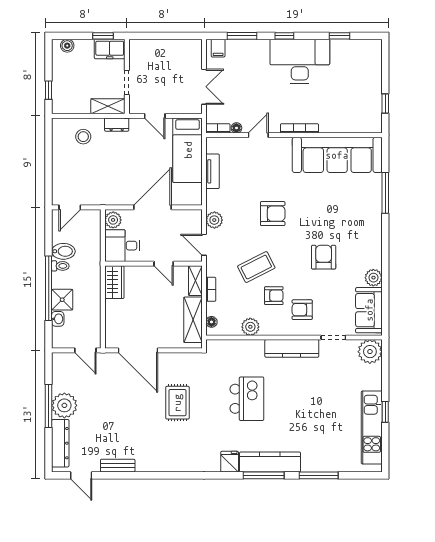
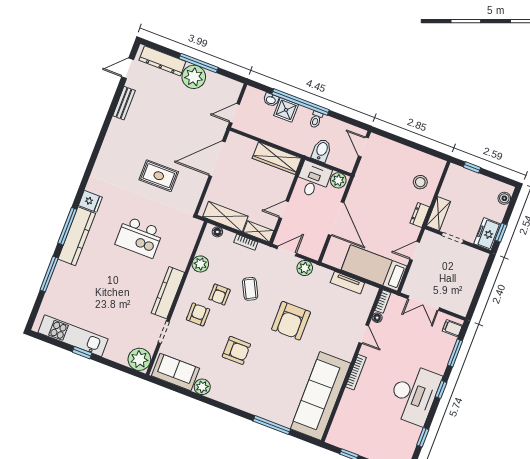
armchair: (273, 214) -> (291, 321), width x1.36, depth x1.36
bidet: (63, 251) -> (322, 150), moved, turned 180
coffee table: (256, 267) -> (250, 289), width x0.73, depth x0.77
wardrobe: (114, 282) -> (277, 158), width x1.50

